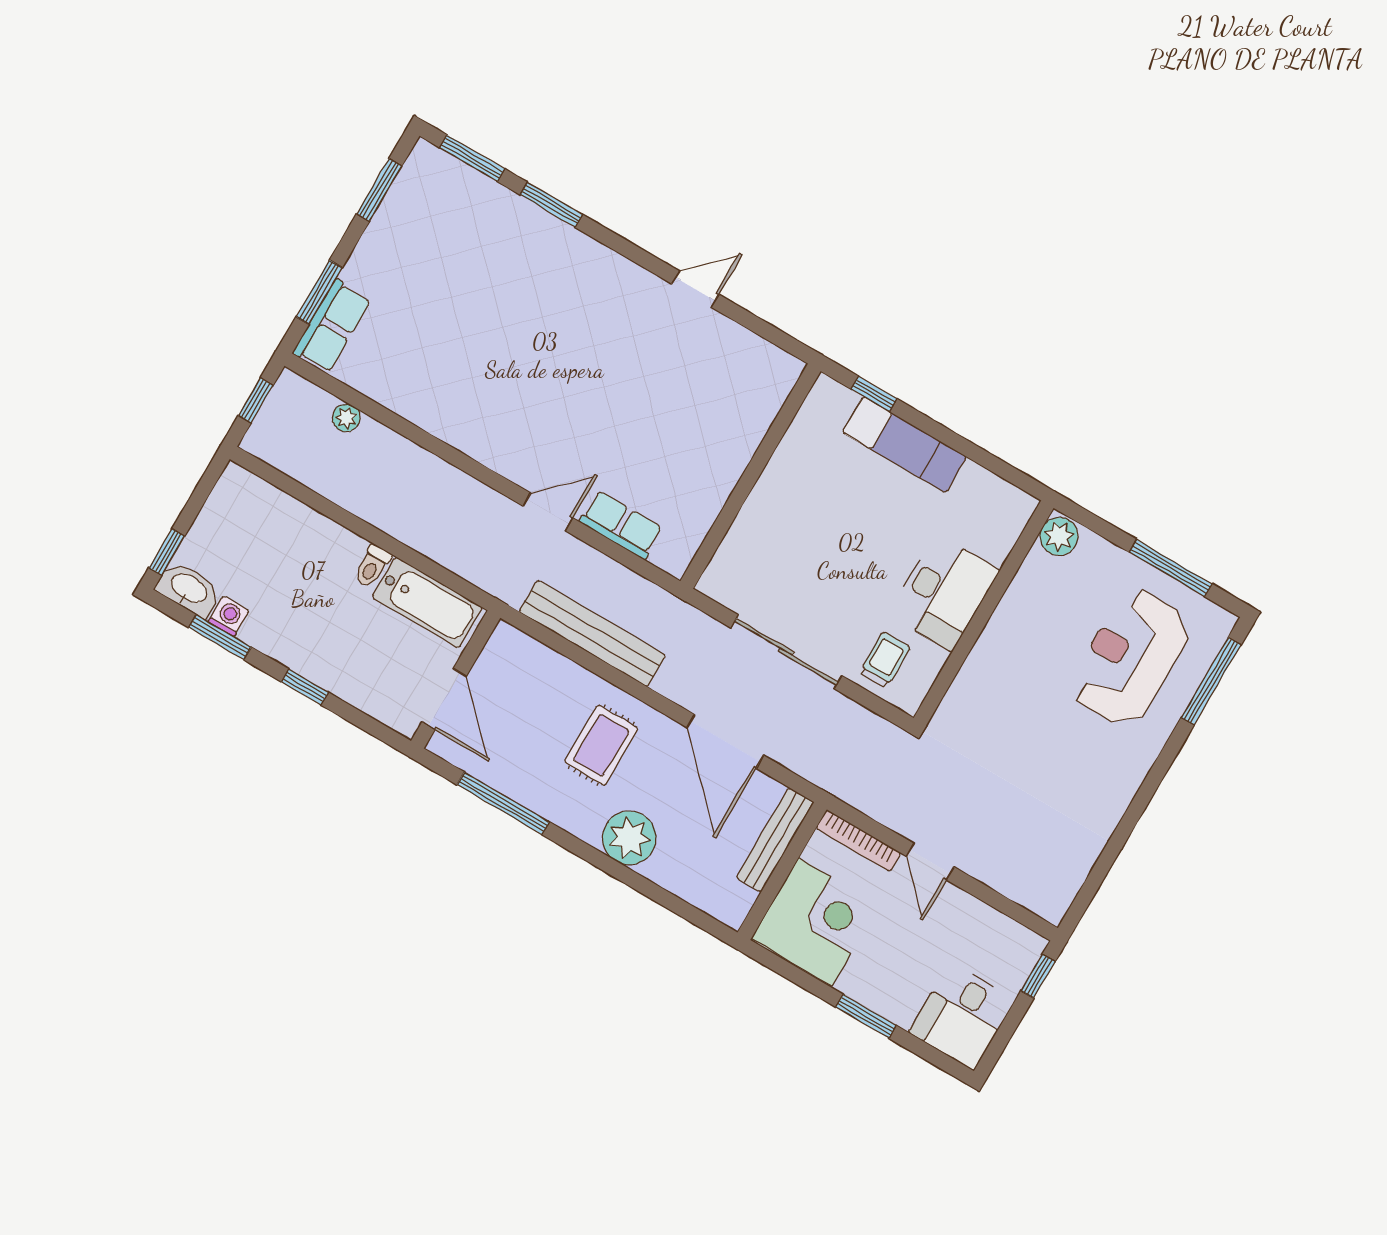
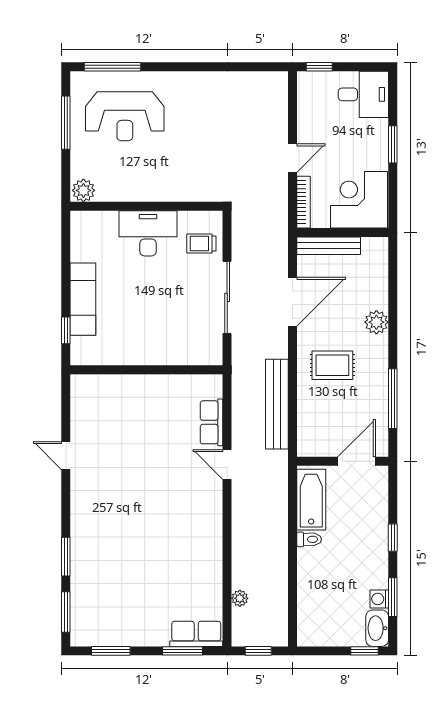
plant: (629, 838) -> (376, 322), width x0.73, depth x0.73

